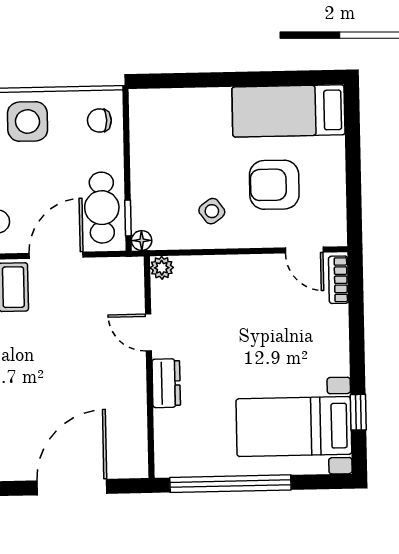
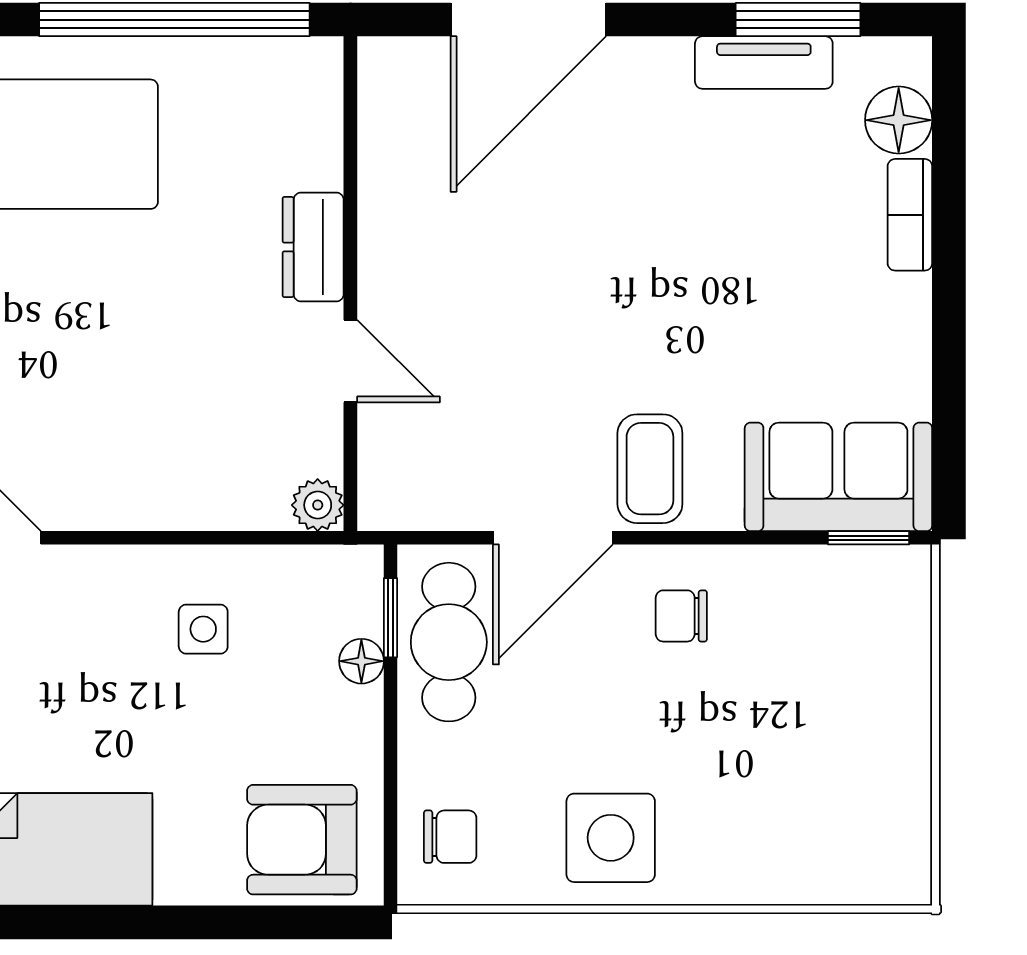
armchair: (274, 185) -> (302, 840), moved, turned 180
side table: (212, 211) -> (203, 629), turned 37
floor lamp: (142, 240) -> (361, 661), moved

